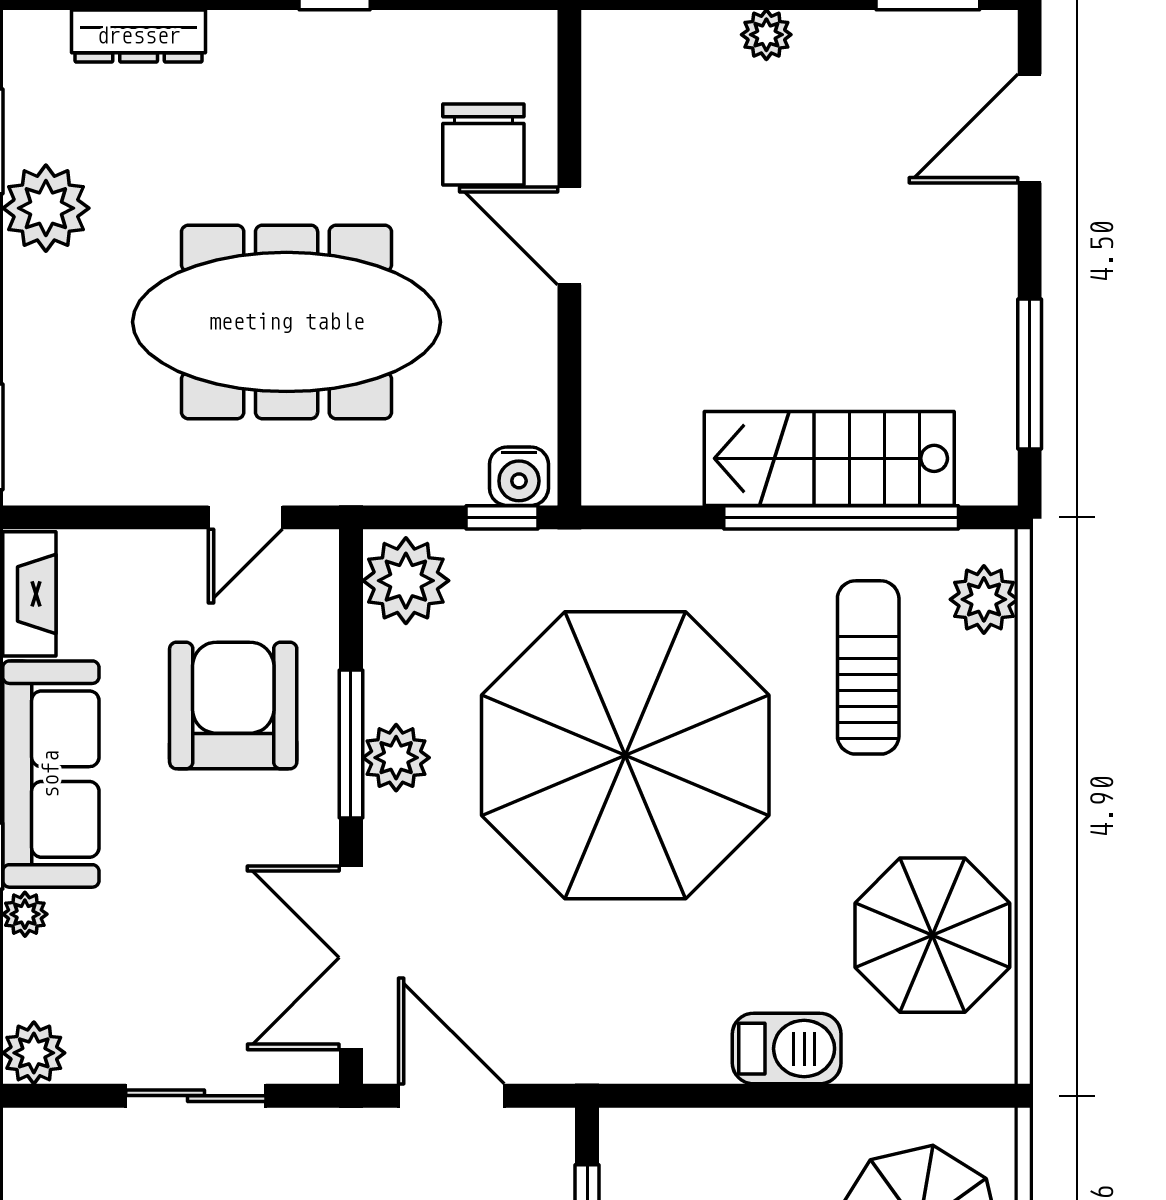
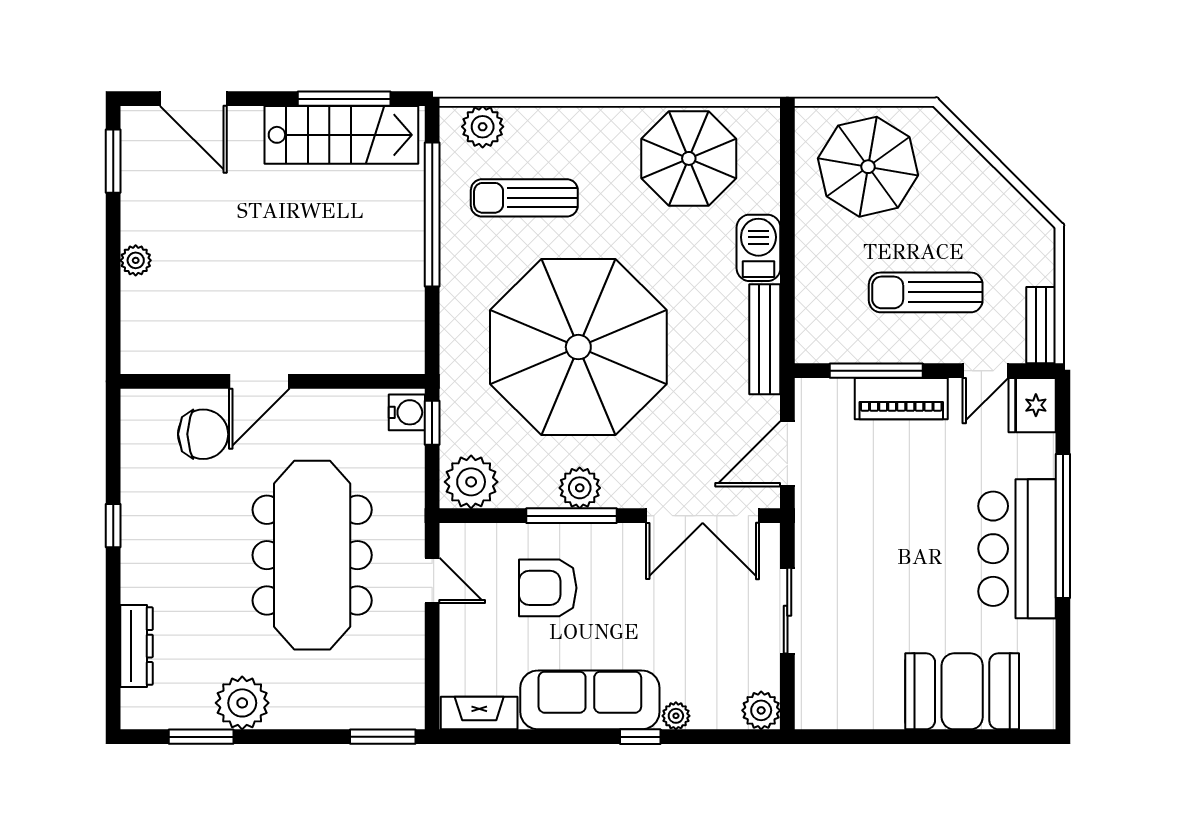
stairs: (829, 458) -> (341, 135), moved, turned -90
armchair: (233, 705) -> (548, 588), width x0.73, depth x0.73
bench: (638, 1059) -> (765, 339), added

